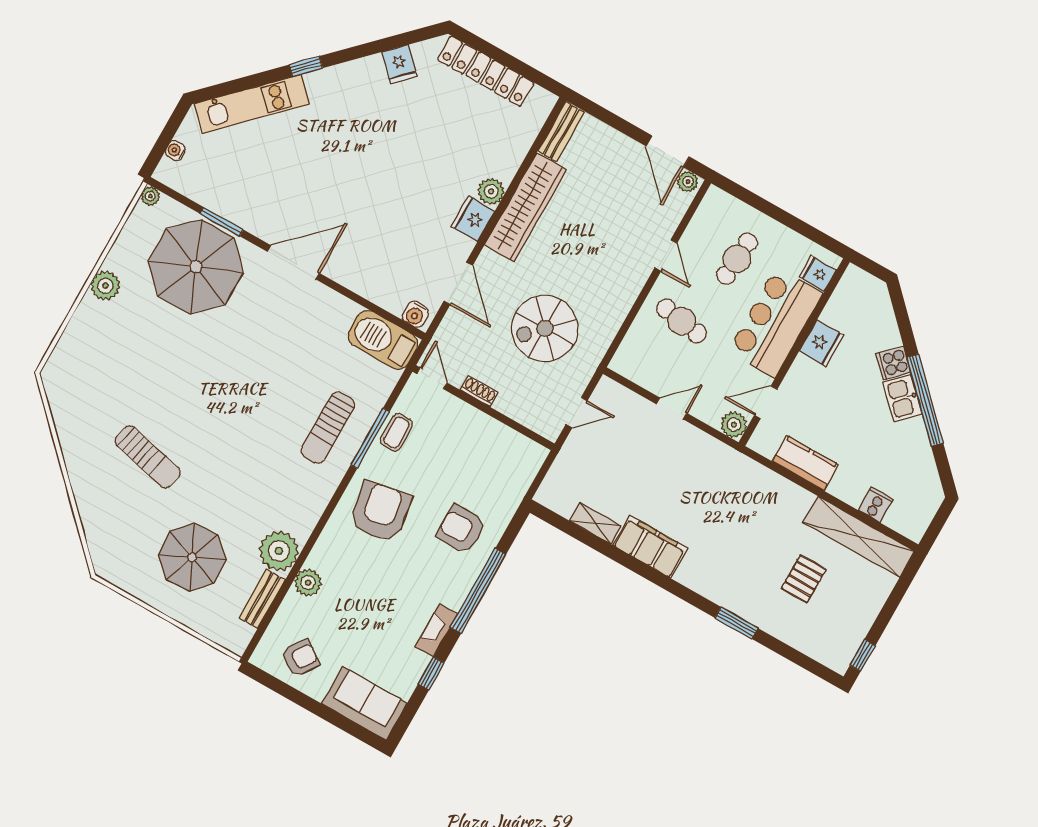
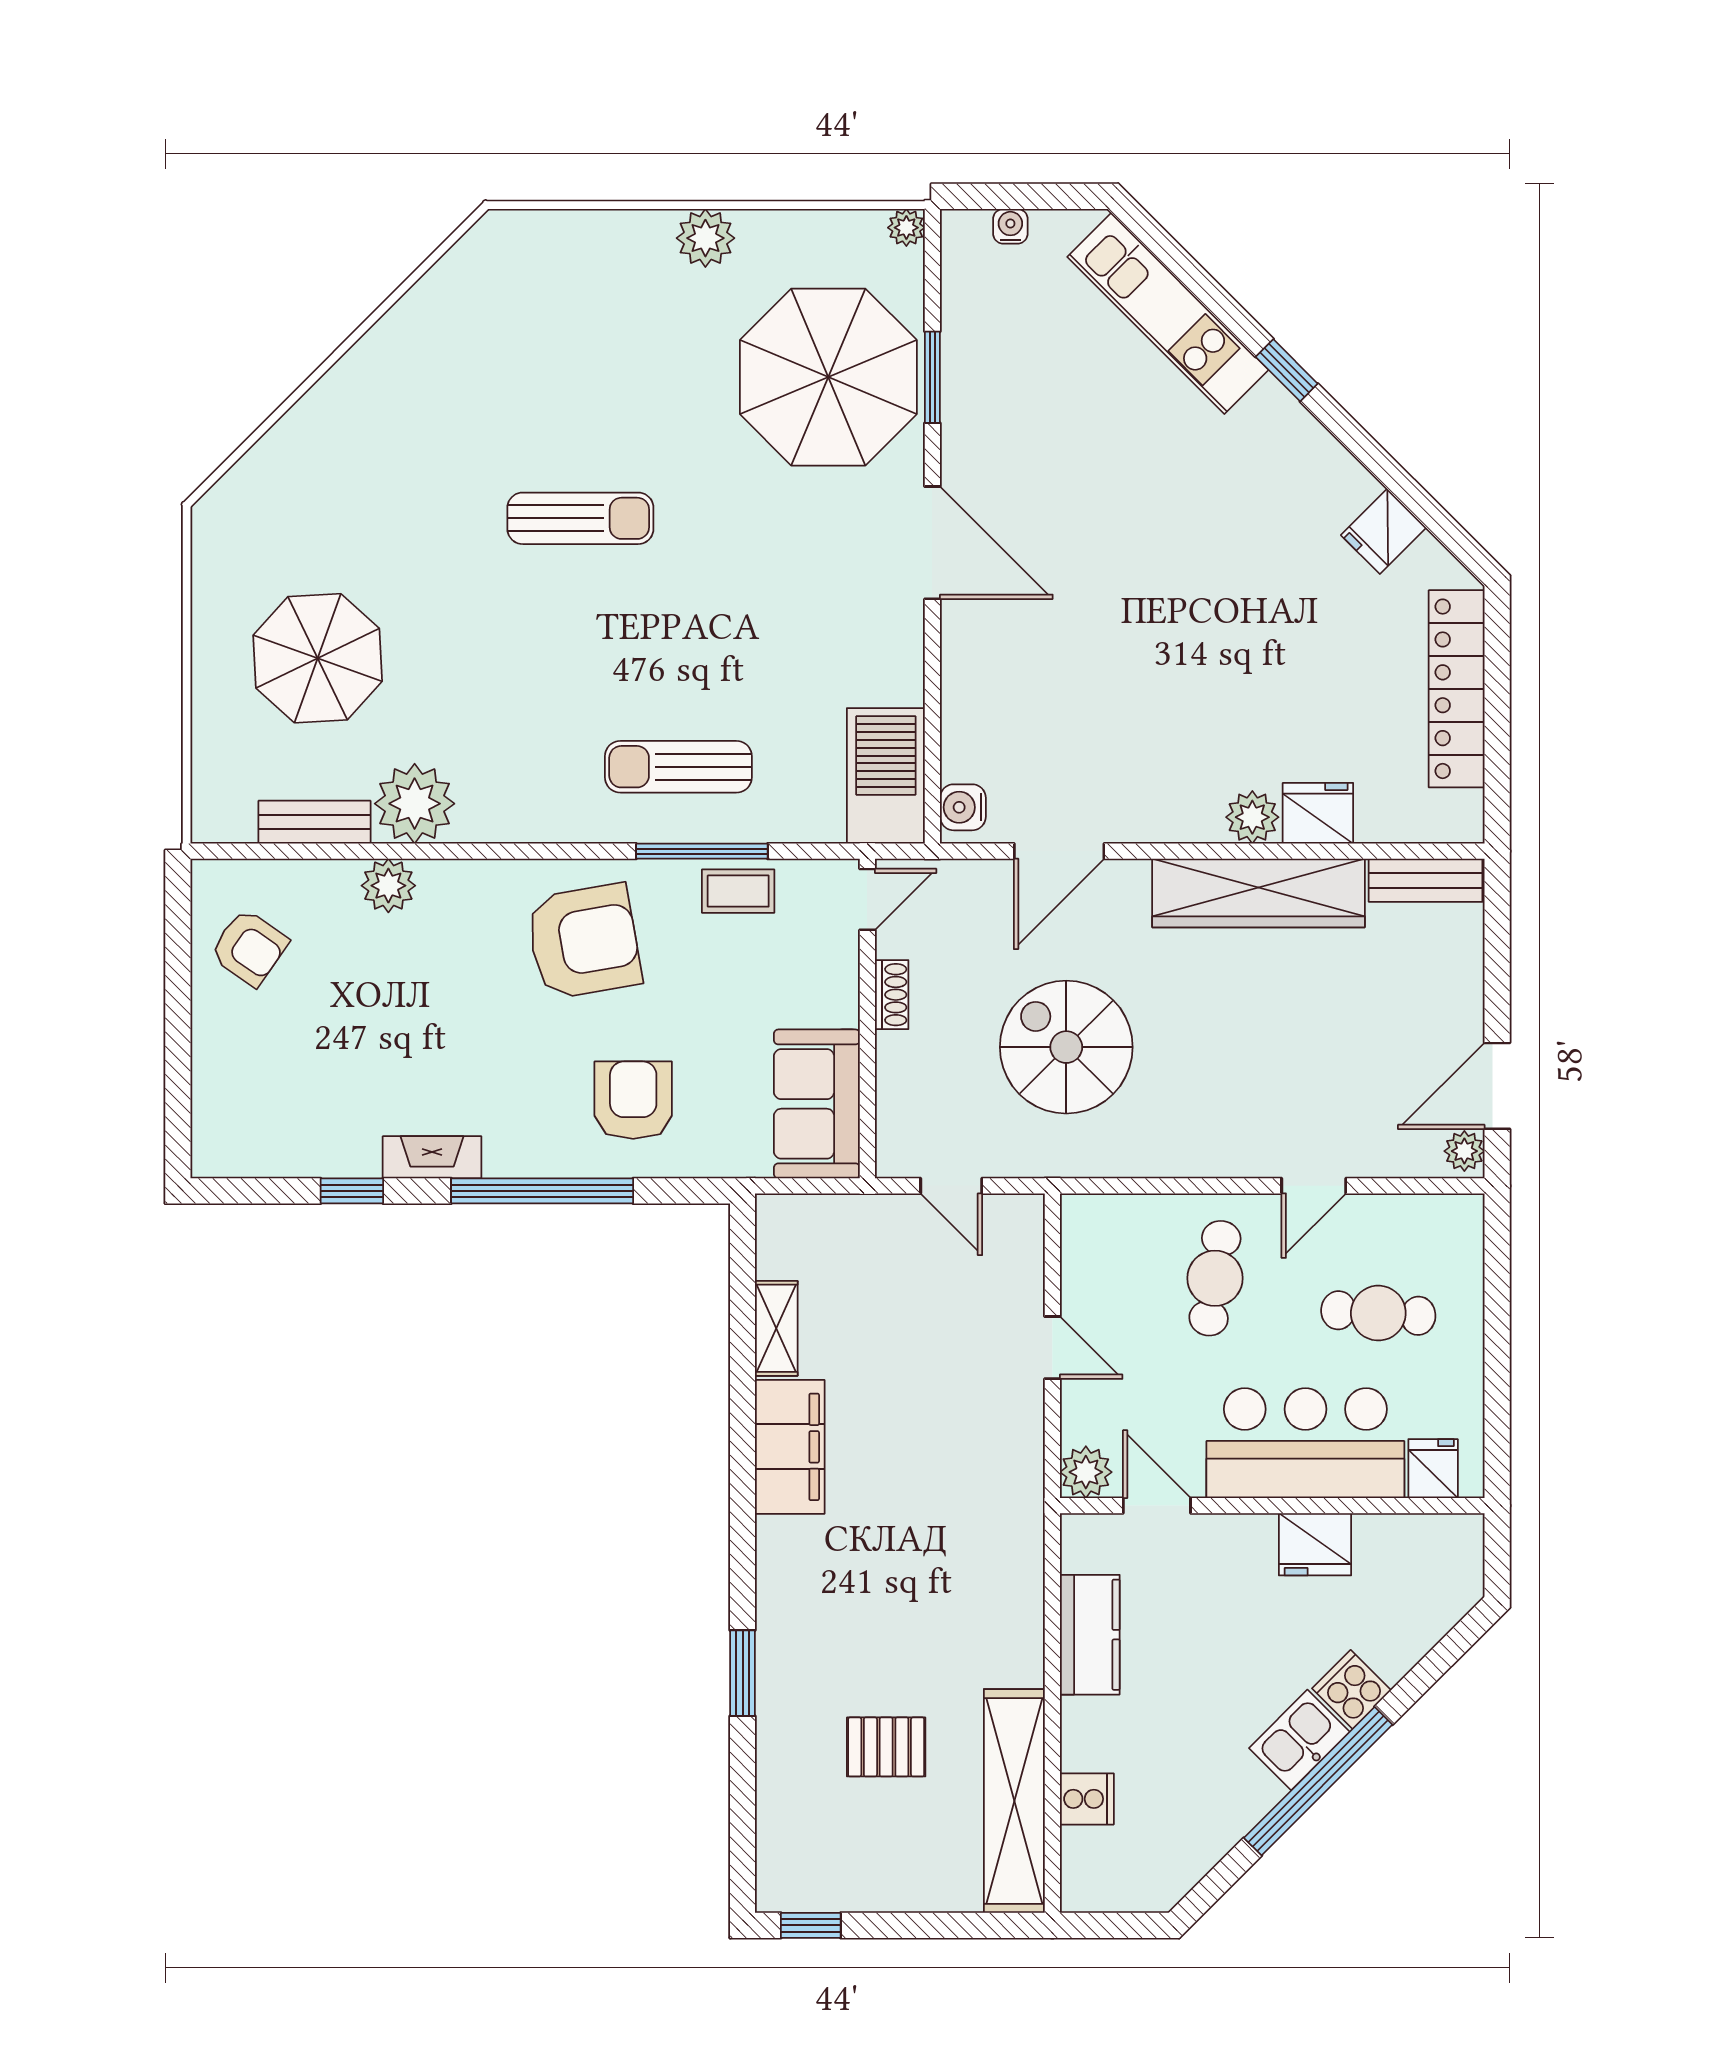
fridge: (473, 219) -> (1318, 813), moved
sun lounger: (148, 457) -> (580, 518), moved, turned -103
sofa: (364, 703) -> (817, 1104), moved, turned 180

